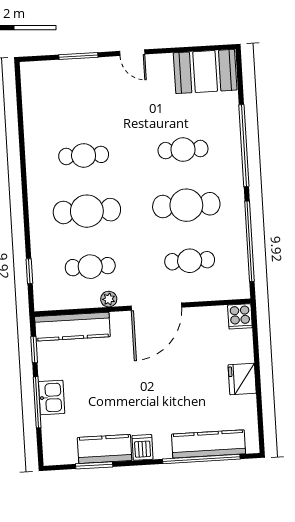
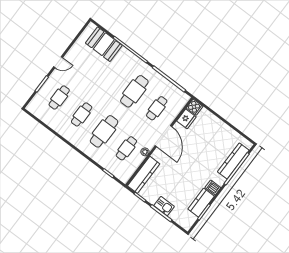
booth: (205, 71) -> (104, 44), moved, turned 90
cafe table: (183, 150) -> (59, 97), moved
fridge: (242, 379) -> (186, 119), moved, turned -90

